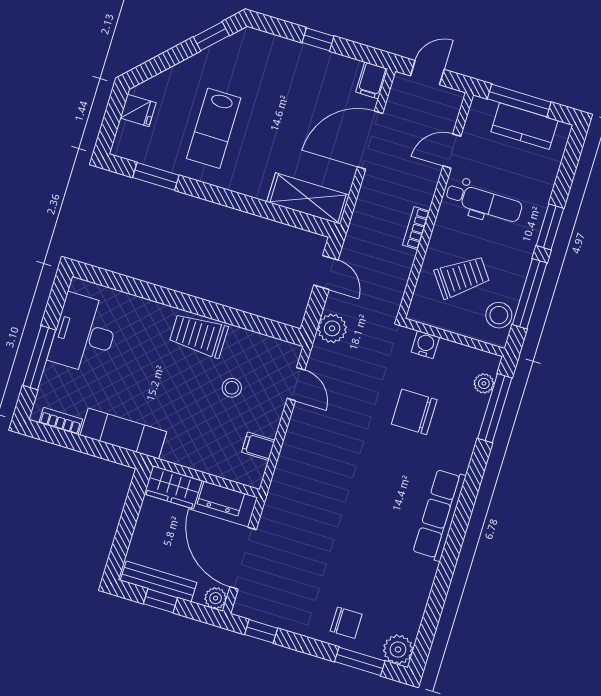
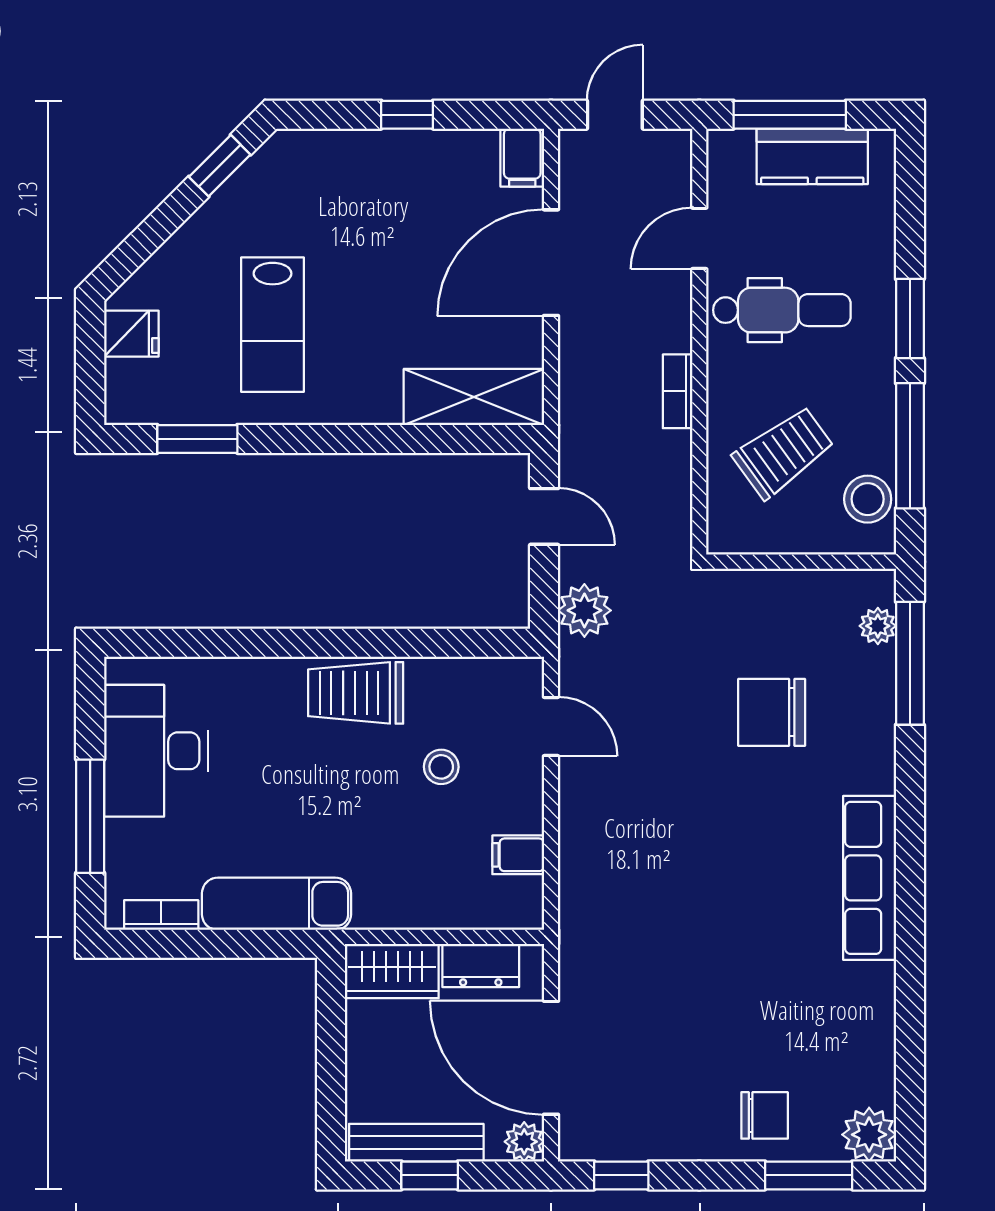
water cooler: (425, 345) -> (755, 589), removed

